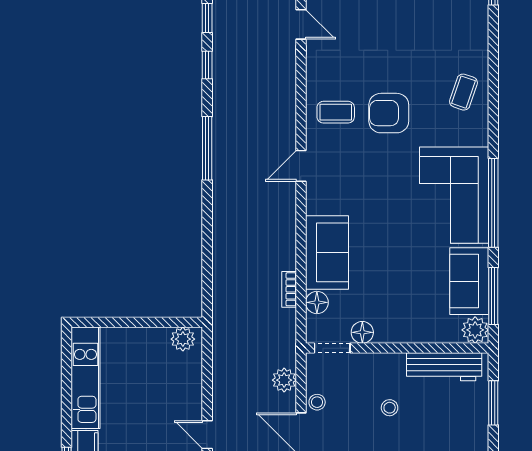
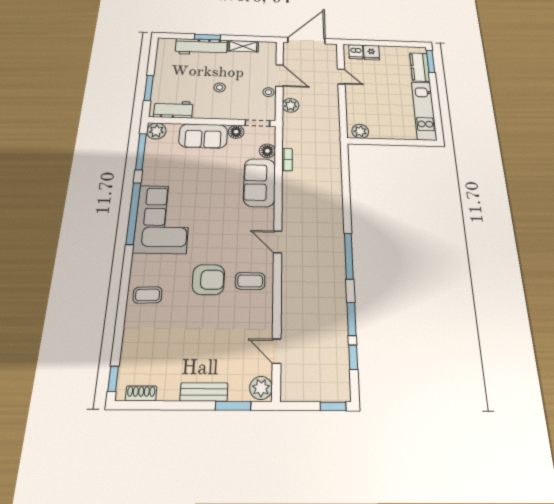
window: (207, 65) -> (352, 319), width x1.50
coffee table: (463, 92) -> (148, 295), turned 69
door: (301, 166) -> (278, 242), swing flipped
sofa: (469, 281) -> (203, 136), moved, turned 90
workbench: (444, 367) -> (173, 109), width x0.73

